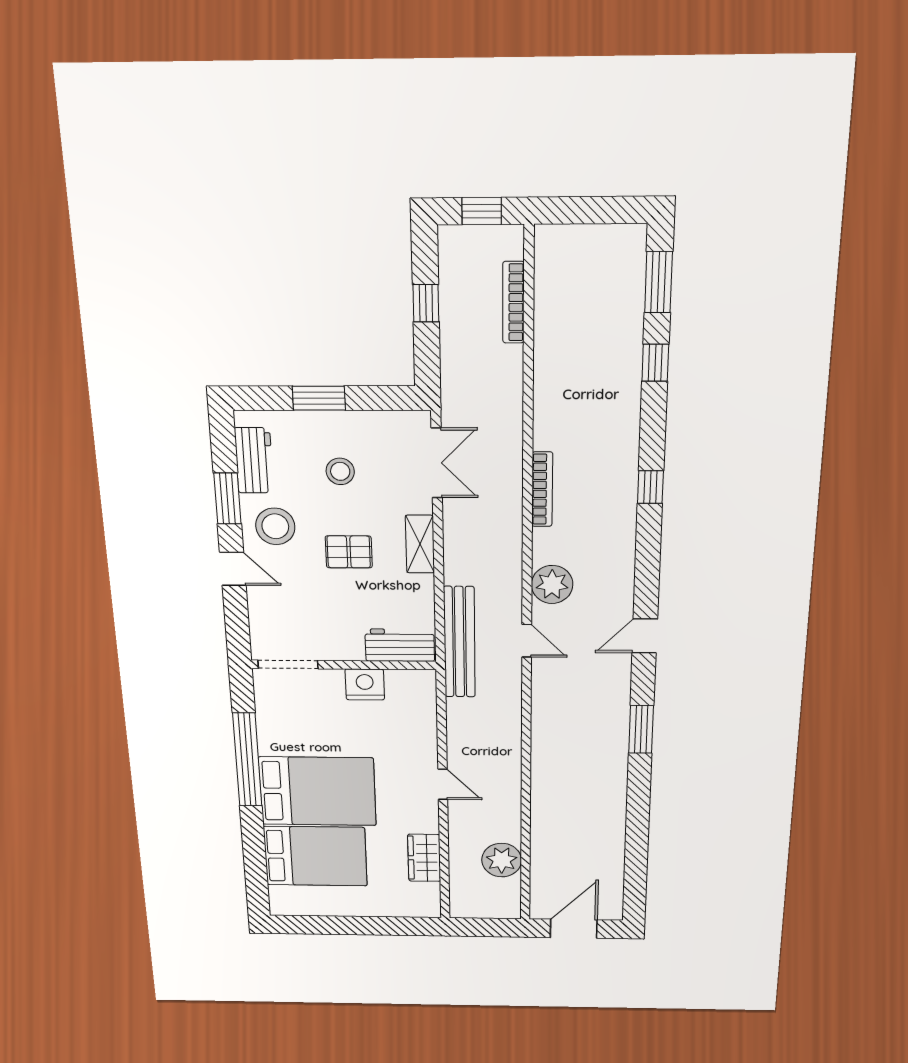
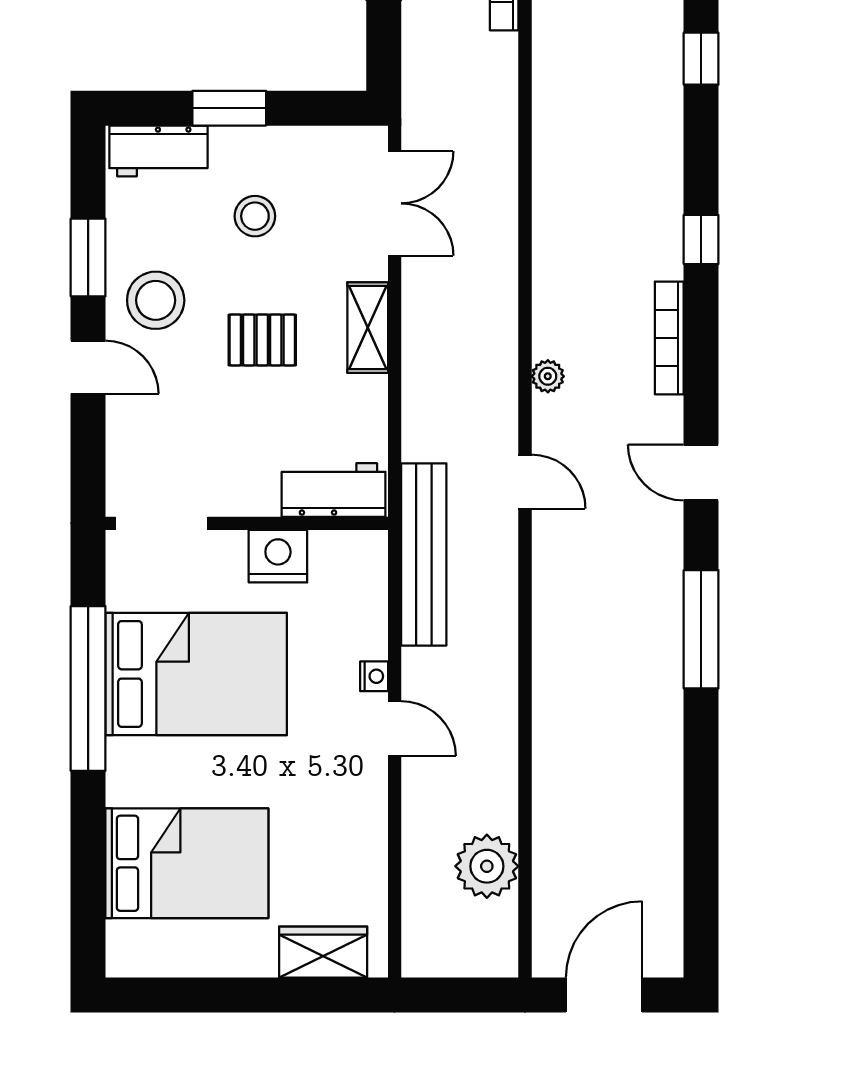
workbench: (254, 460) -> (158, 151), moved, turned 90
bookcase: (542, 489) -> (669, 338), moved, turned 180
plant: (552, 584) -> (548, 376), width x0.53, depth x0.53
door: (645, 636) -> (701, 473), hinge flipped
bench: (459, 642) -> (424, 554), moved
window: (641, 729) -> (701, 629), width x1.44
nightstand: (429, 755) -> (374, 676), added
bed: (318, 791) -> (196, 674), moved
wardrobe: (424, 858) -> (323, 952), moved, turned 90

